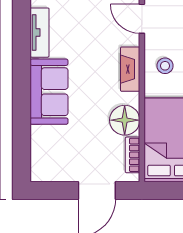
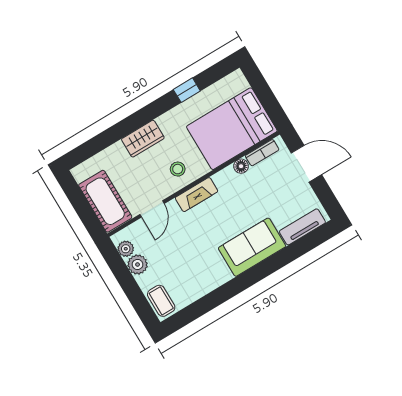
tv unit: (40, 33) -> (302, 227), moved
floor lamp: (125, 120) -> (241, 166), width x0.53, depth x0.53

